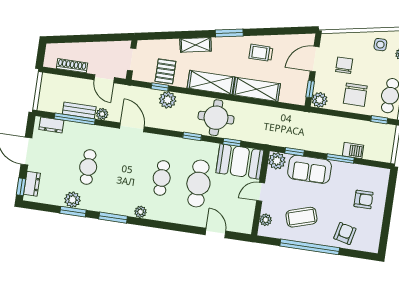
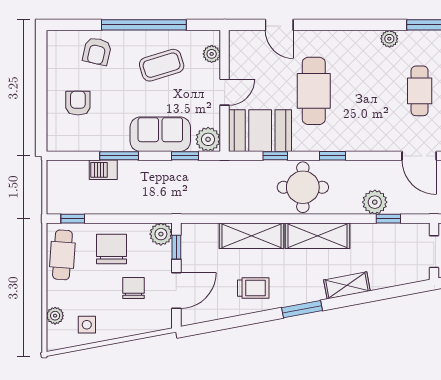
chair: (344, 65) -> (133, 288), turned 180
pallet: (165, 71) -> (384, 242), removed
cafe table: (162, 178) -> (420, 91), moved
armchair: (364, 199) -> (78, 103), turned 90

